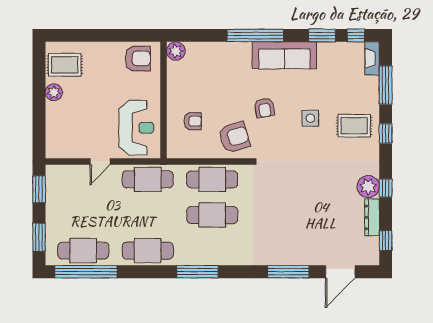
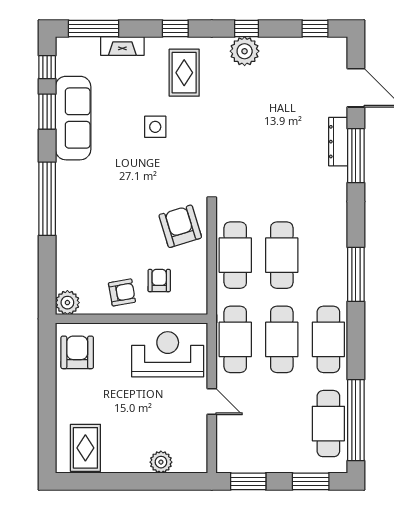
sofa: (284, 55) -> (73, 118), moved
fireplace: (372, 58) -> (122, 46), moved
window: (386, 85) -> (94, 29), moved
plant: (54, 92) -> (161, 462), moved
armchair: (264, 108) -> (122, 292), moved
rug: (354, 126) -> (184, 73), moved
cafe table: (148, 215) -> (282, 339), added
dresser: (372, 217) -> (338, 142), moved, turned 90

